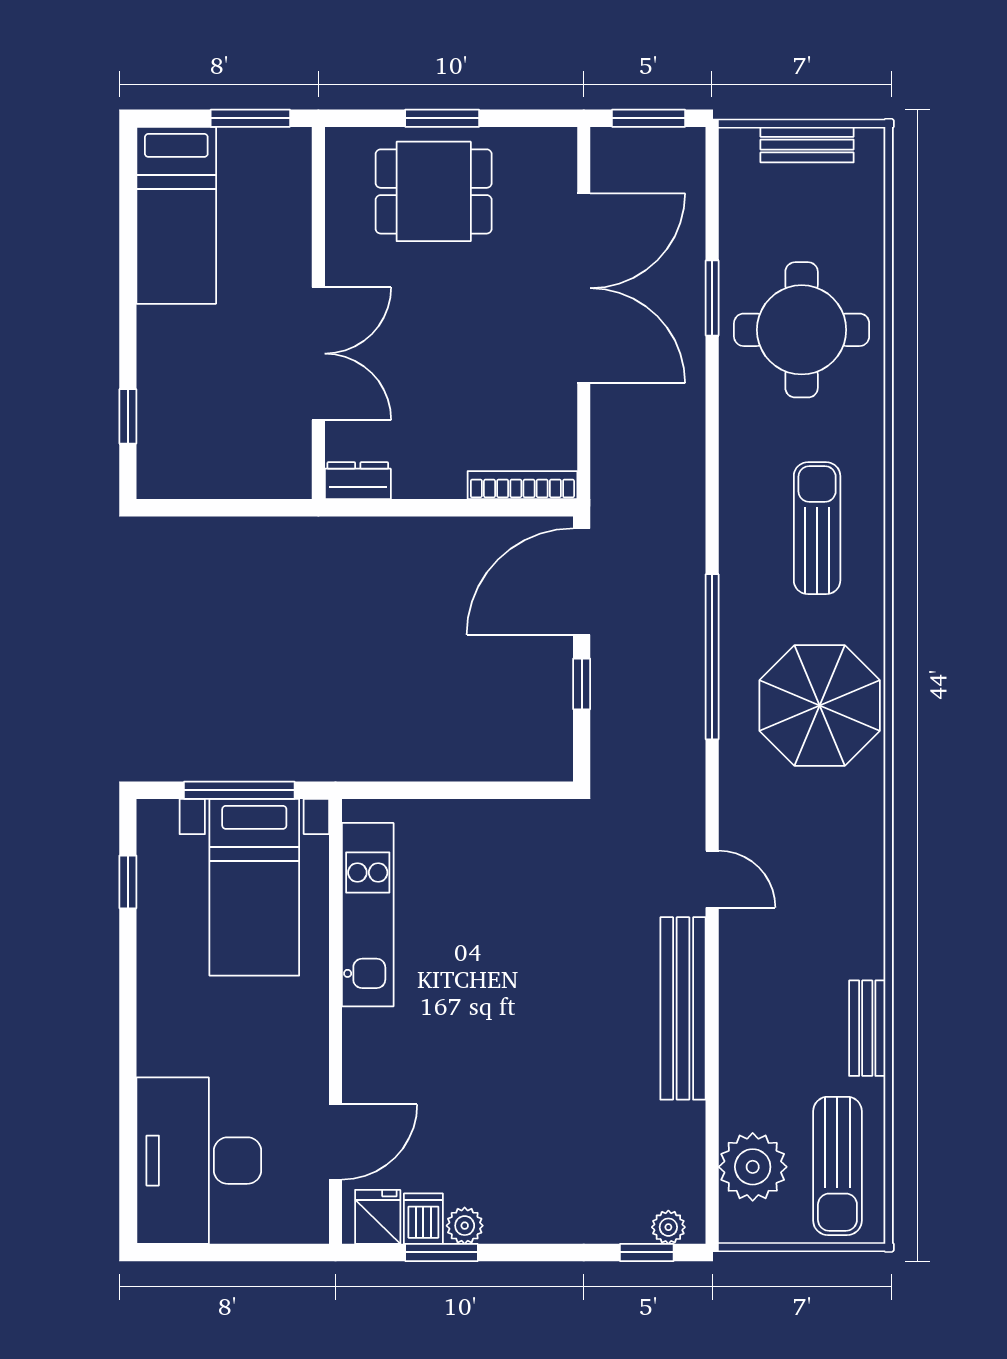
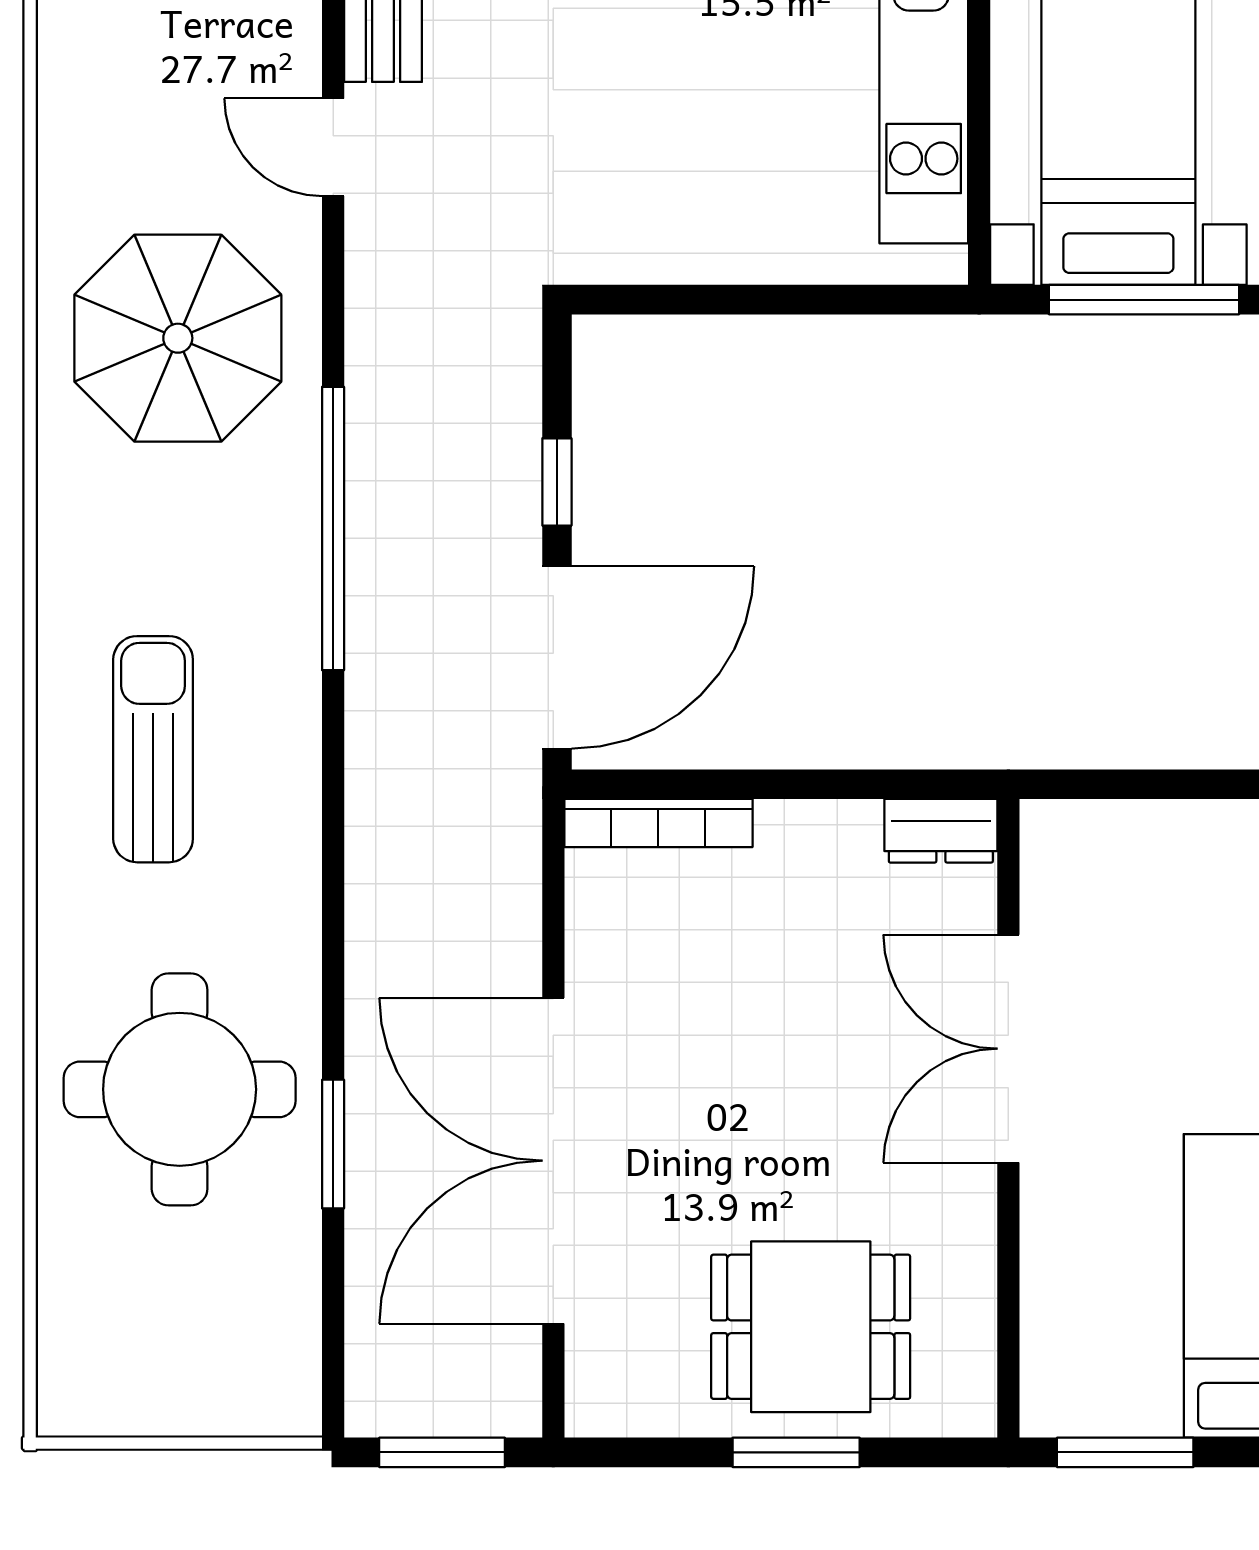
bench: (807, 145) -> (170, 1407), removed
sun lounger: (817, 528) -> (153, 749), turned 180
parasol: (820, 706) -> (178, 338), moved

